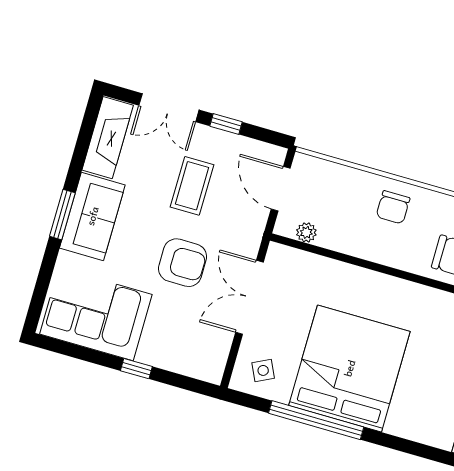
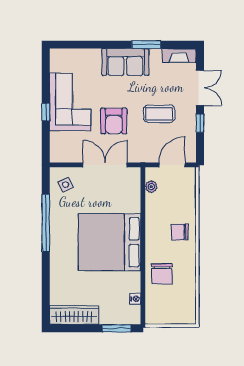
double door: (169, 108) -> (200, 88), swing flipped
fireplace: (108, 138) -> (179, 56), width x0.73, depth x0.76
window: (62, 215) -> (146, 45), moved
corner sofa: (96, 314) -> (70, 102), moved
bed: (349, 368) -> (110, 242), moved, turned 180

